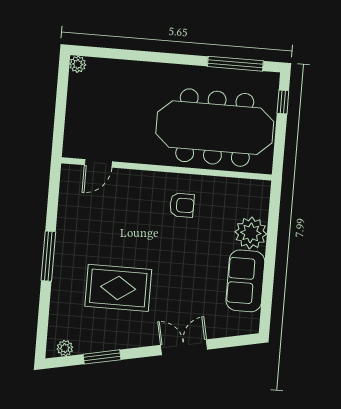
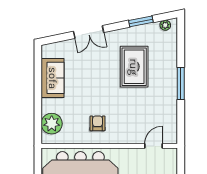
armchair: (182, 205) -> (98, 123), turned 90
plant: (251, 233) -> (52, 124), moved
rug: (118, 288) -> (134, 67), turned 90

